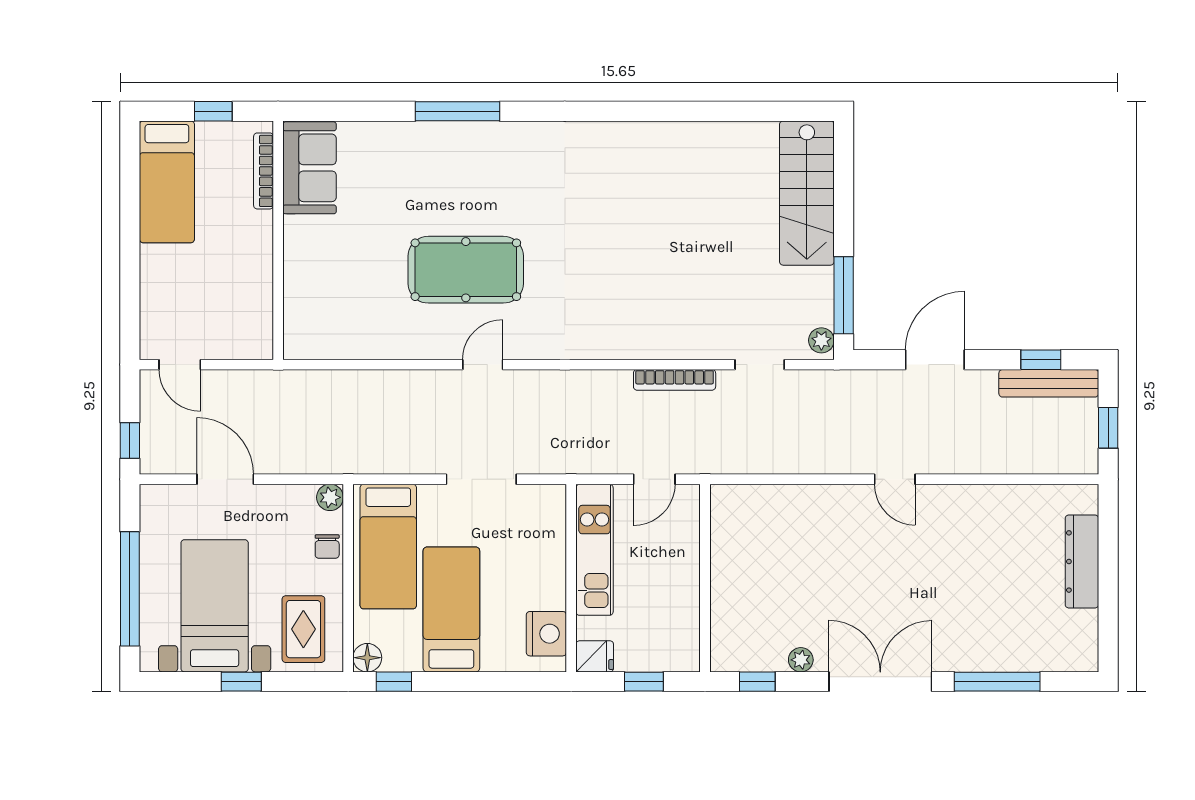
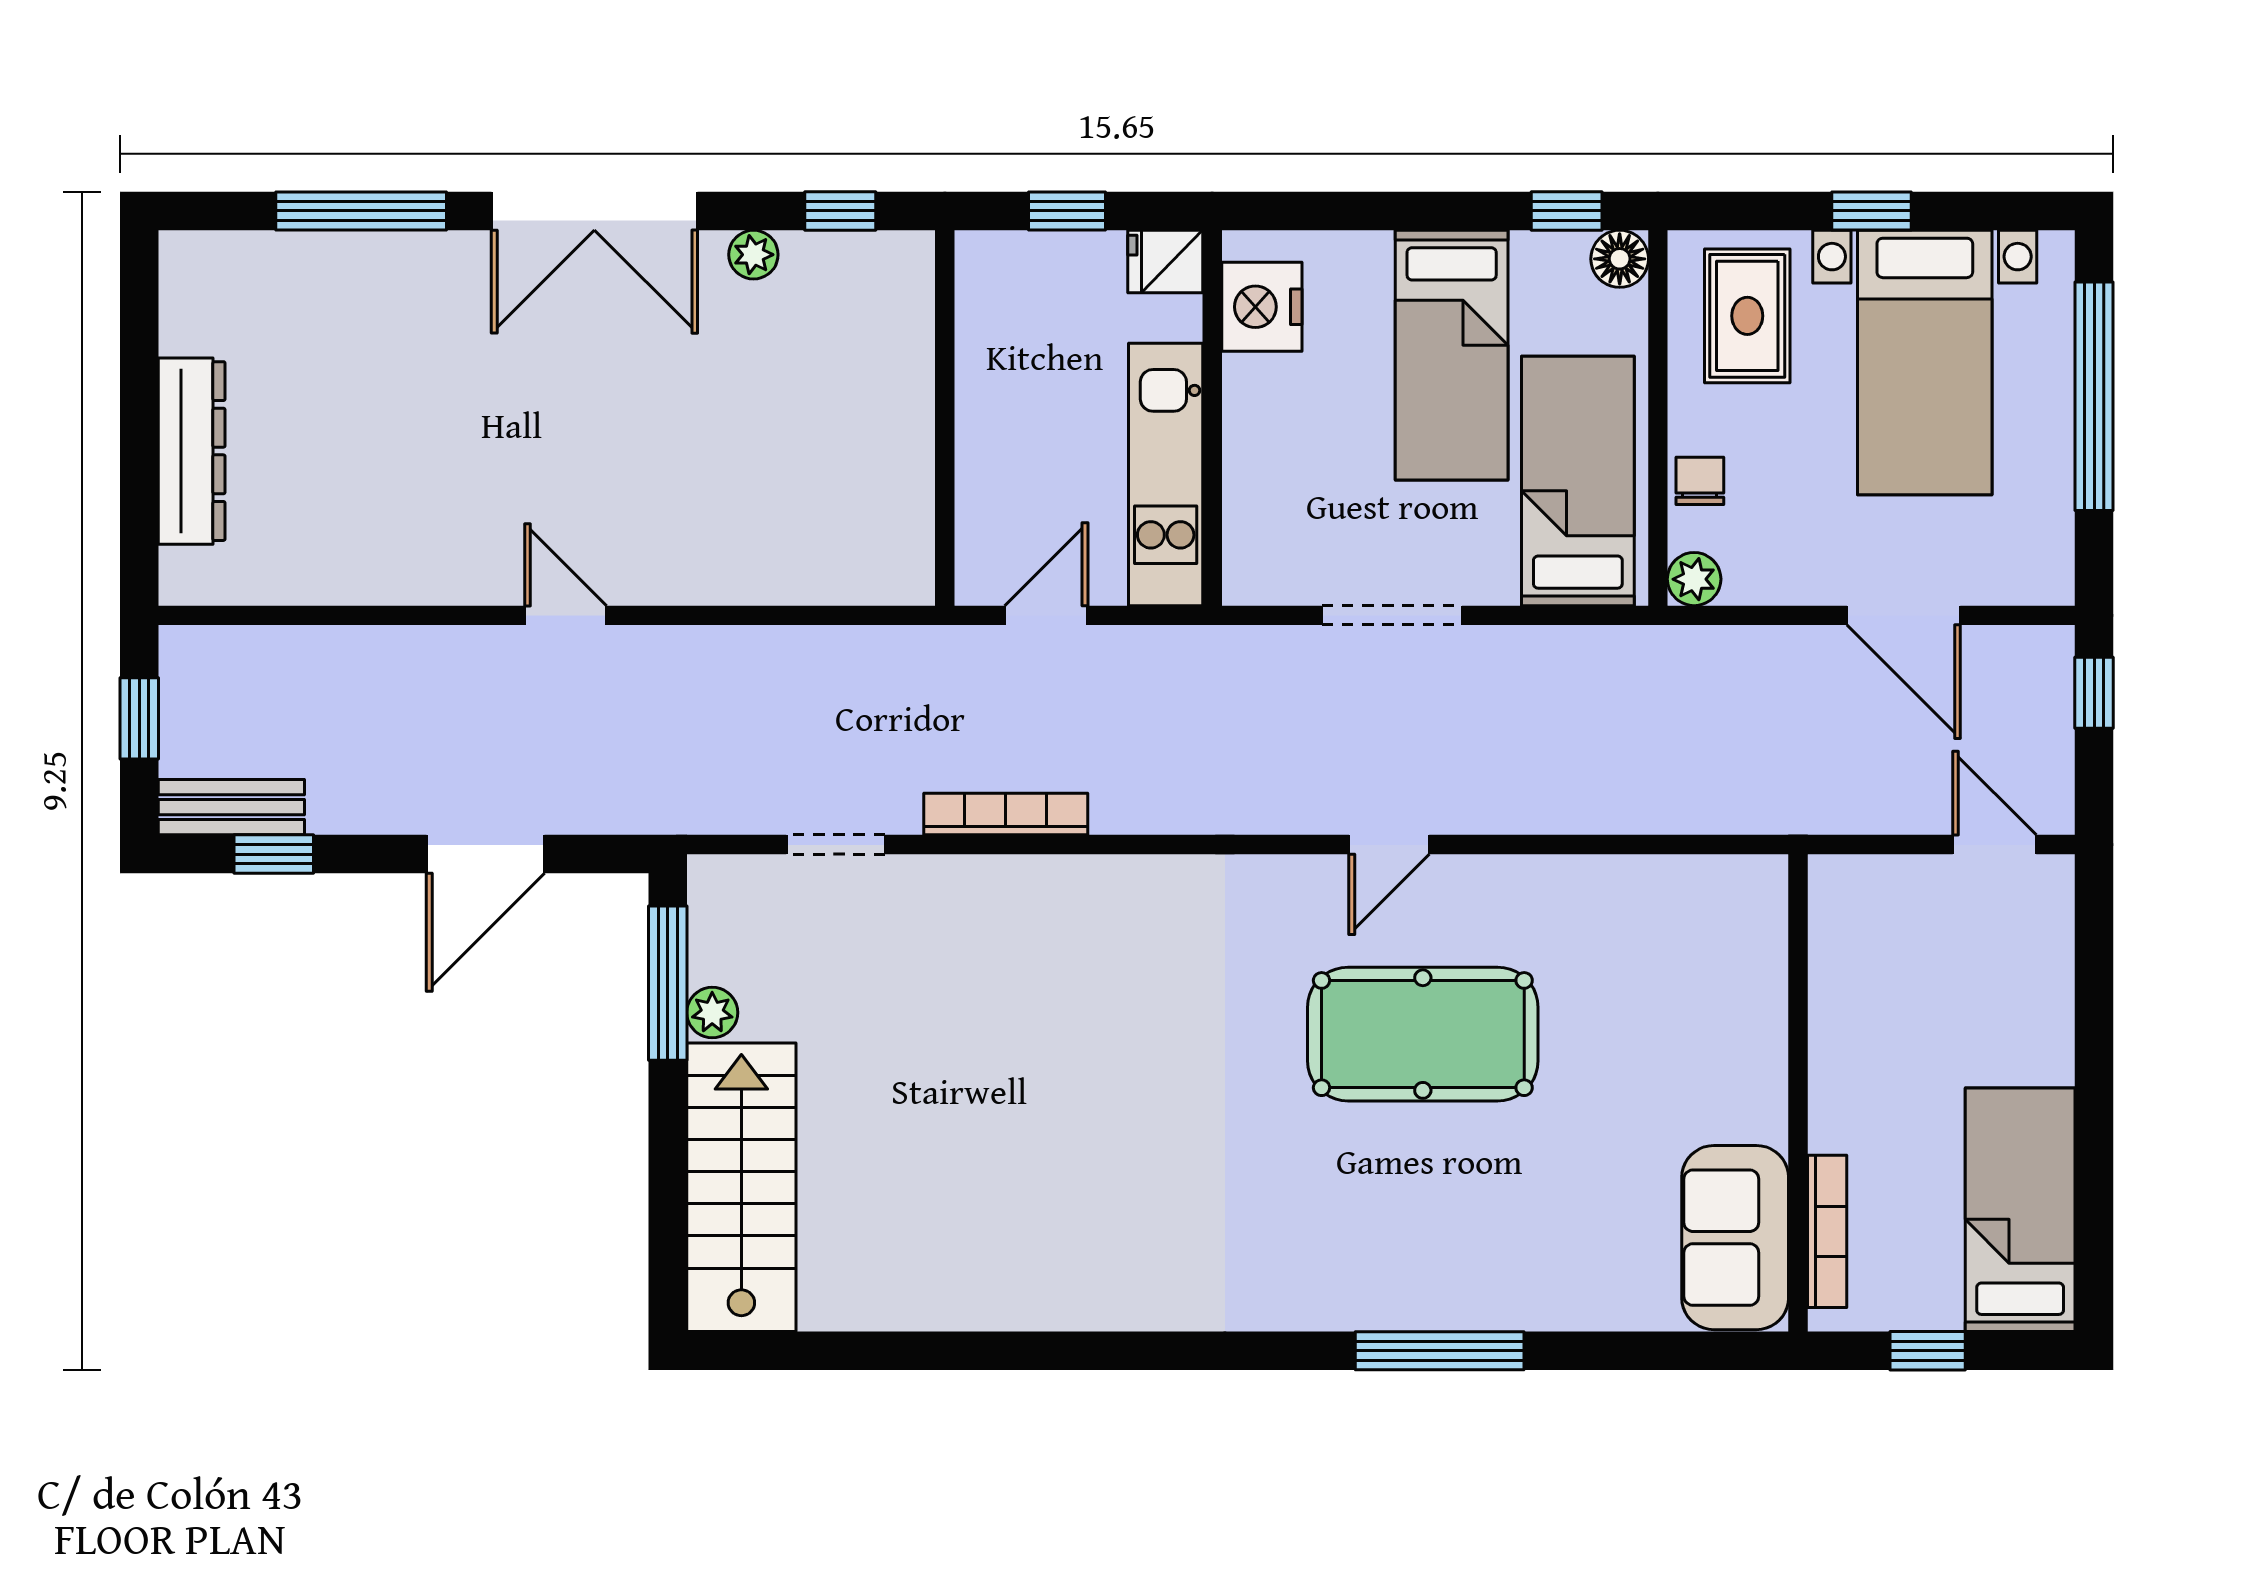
plant: (821, 340) -> (712, 1013), moved
bench: (1049, 383) -> (231, 807), width x0.73

